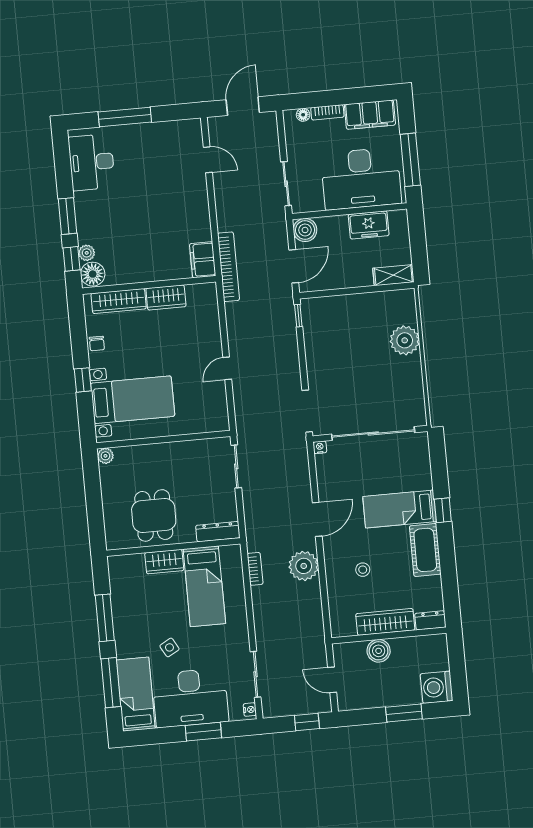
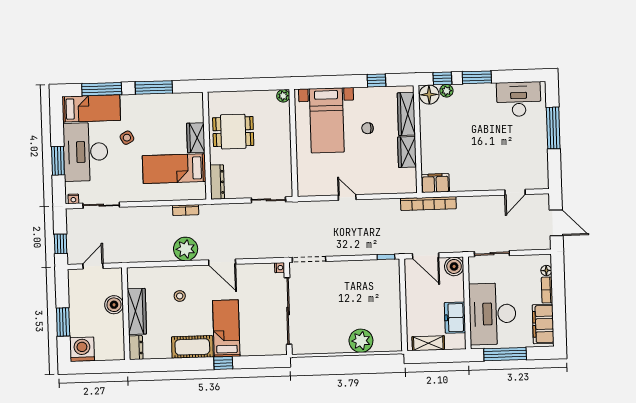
shelving: (393, 275) -> (428, 343), moved, turned 90
chair: (97, 344) -> (368, 128), moved
window: (83, 380) -> (376, 80), moved

